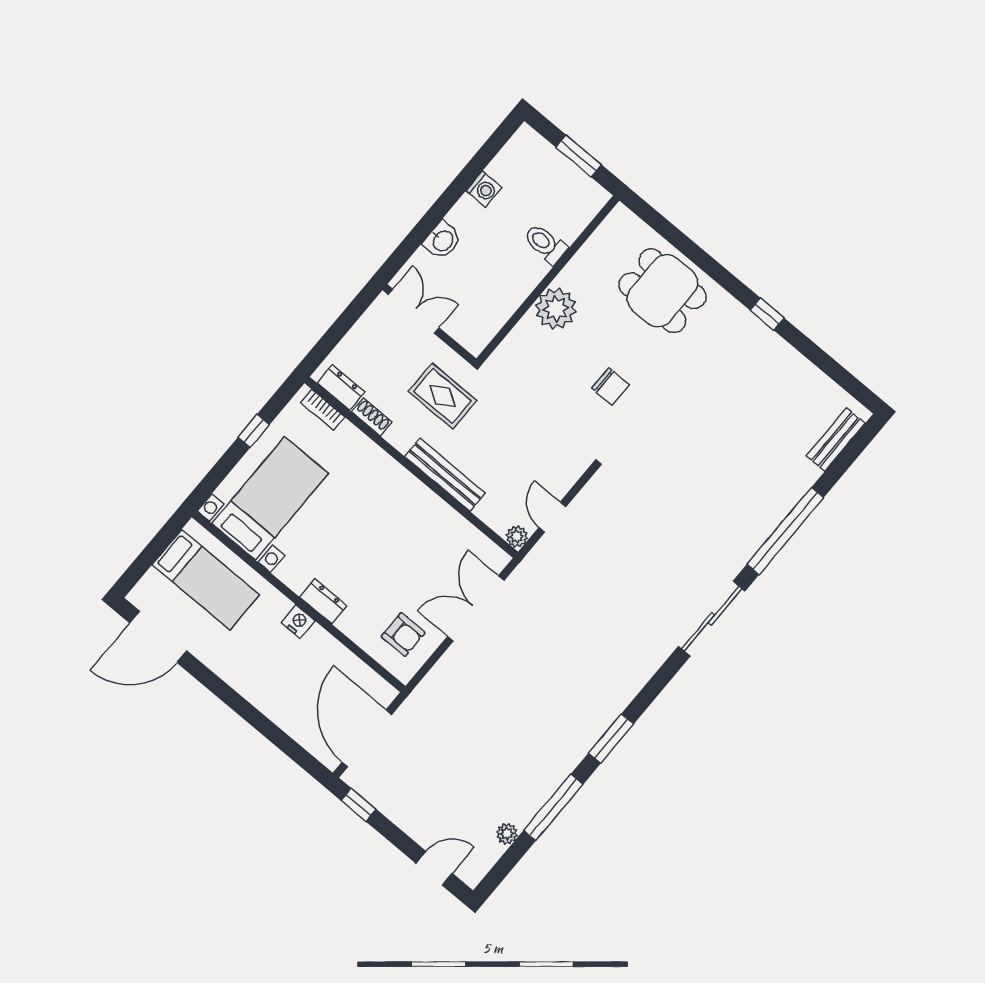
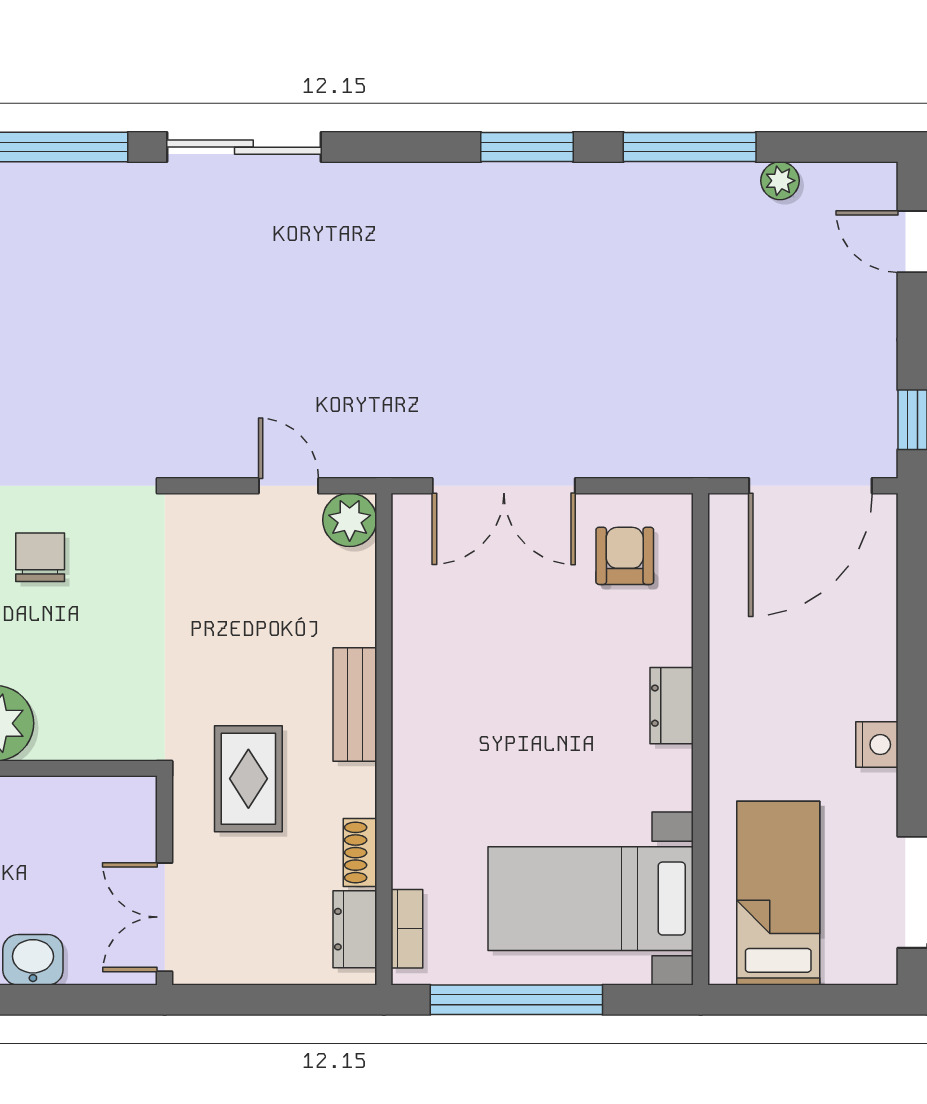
window: (254, 431) -> (516, 1000), width x3.17
bench: (445, 475) -> (355, 704), width x0.73
door: (552, 517) -> (288, 486), swing flipped
plant: (517, 537) -> (350, 520), width x1.38, depth x1.38
nightstand: (298, 622) -> (877, 745), moved, turned 180

